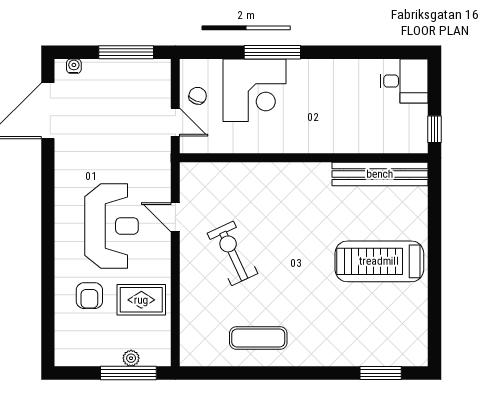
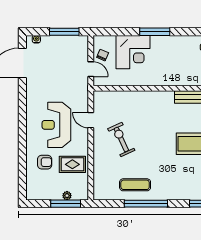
window: (272, 52) -> (155, 32), moved
reception desk: (111, 226) -> (56, 125), turned 180
armchair: (89, 296) -> (45, 162), turned -90
window: (278, 373) -> (146, 204), added

